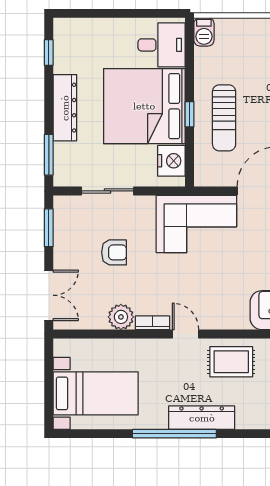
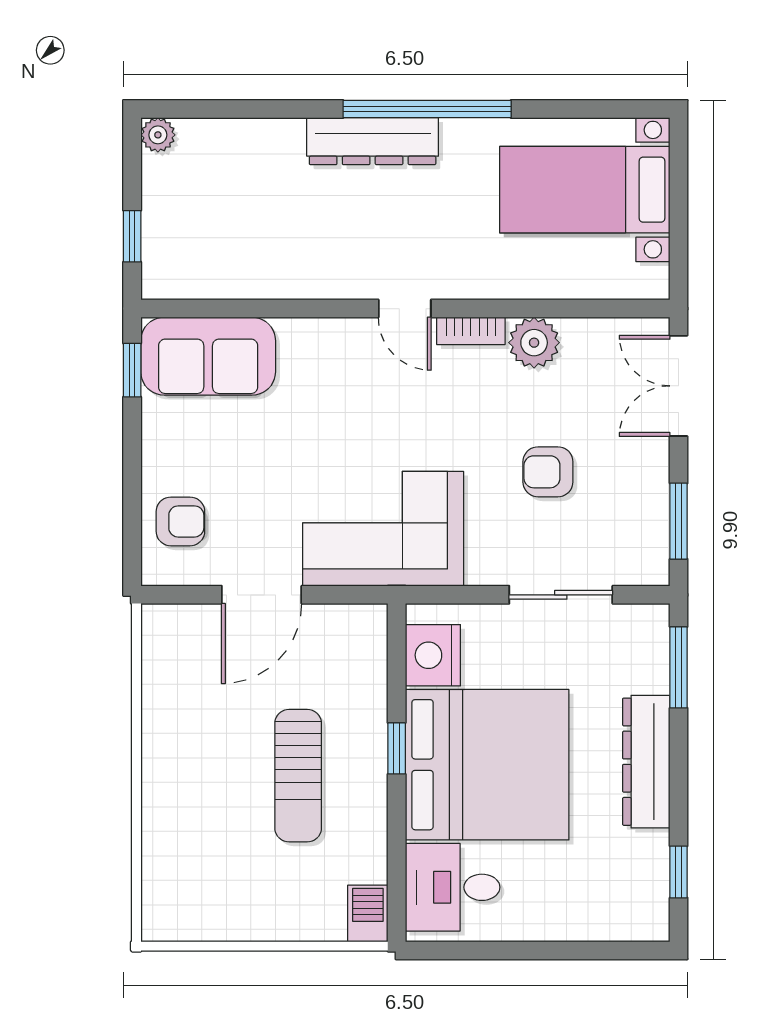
sun lounger: (224, 118) -> (298, 776), moved, turned 180
rug: (231, 362) -> (313, 253), removed

